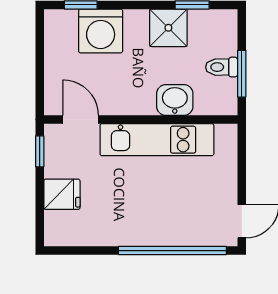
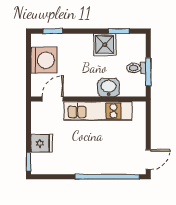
washing machine: (101, 31) -> (44, 60), moved, turned -90
door: (81, 120) -> (53, 99), hinge flipped
window: (40, 151) -> (28, 162), moved

